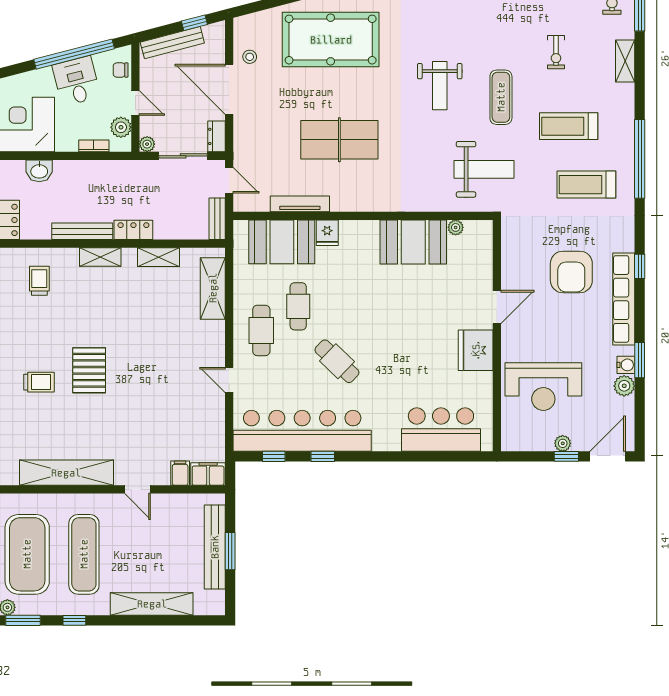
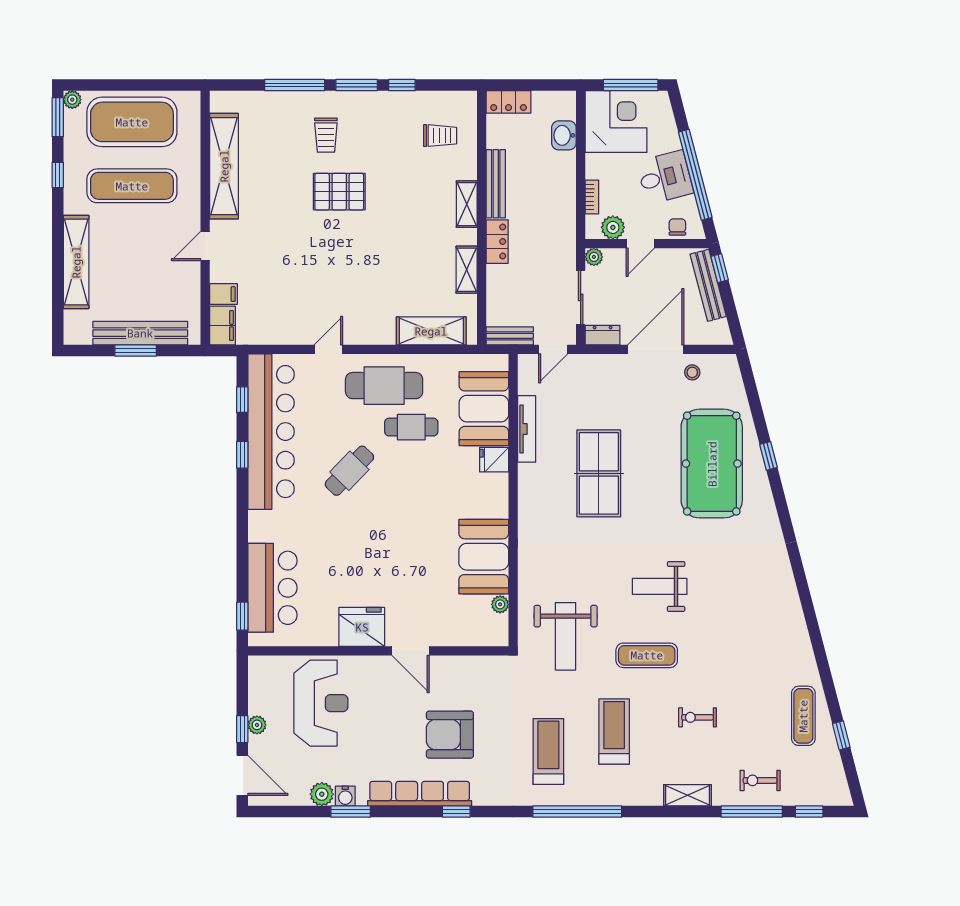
window: (194, 23) -> (720, 268), moved
cafe table: (261, 330) -> (384, 386), width x1.37, depth x1.35
reception desk: (543, 387) -> (321, 703), turned 180
window: (466, 456) -> (242, 616), added

